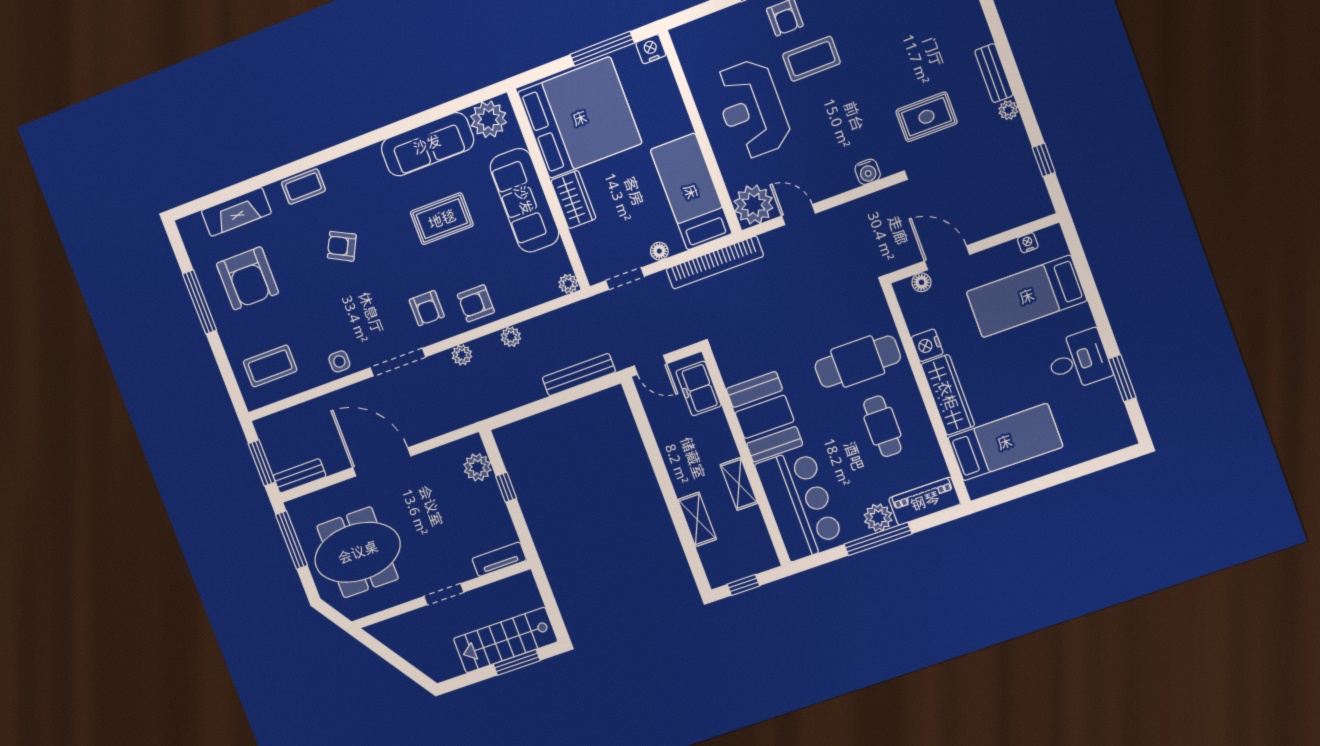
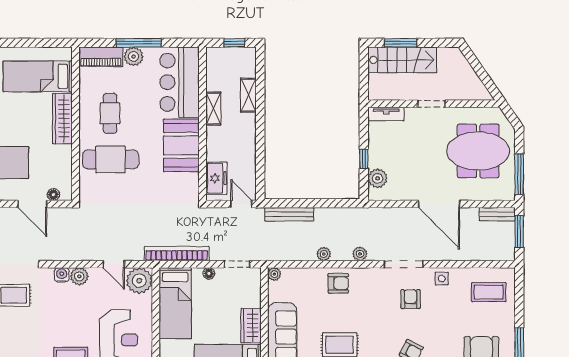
plant: (842, 179) -> (79, 276), added
armchair: (427, 308) -> (410, 299), moved
nightstand: (927, 345) -> (64, 154), removed

